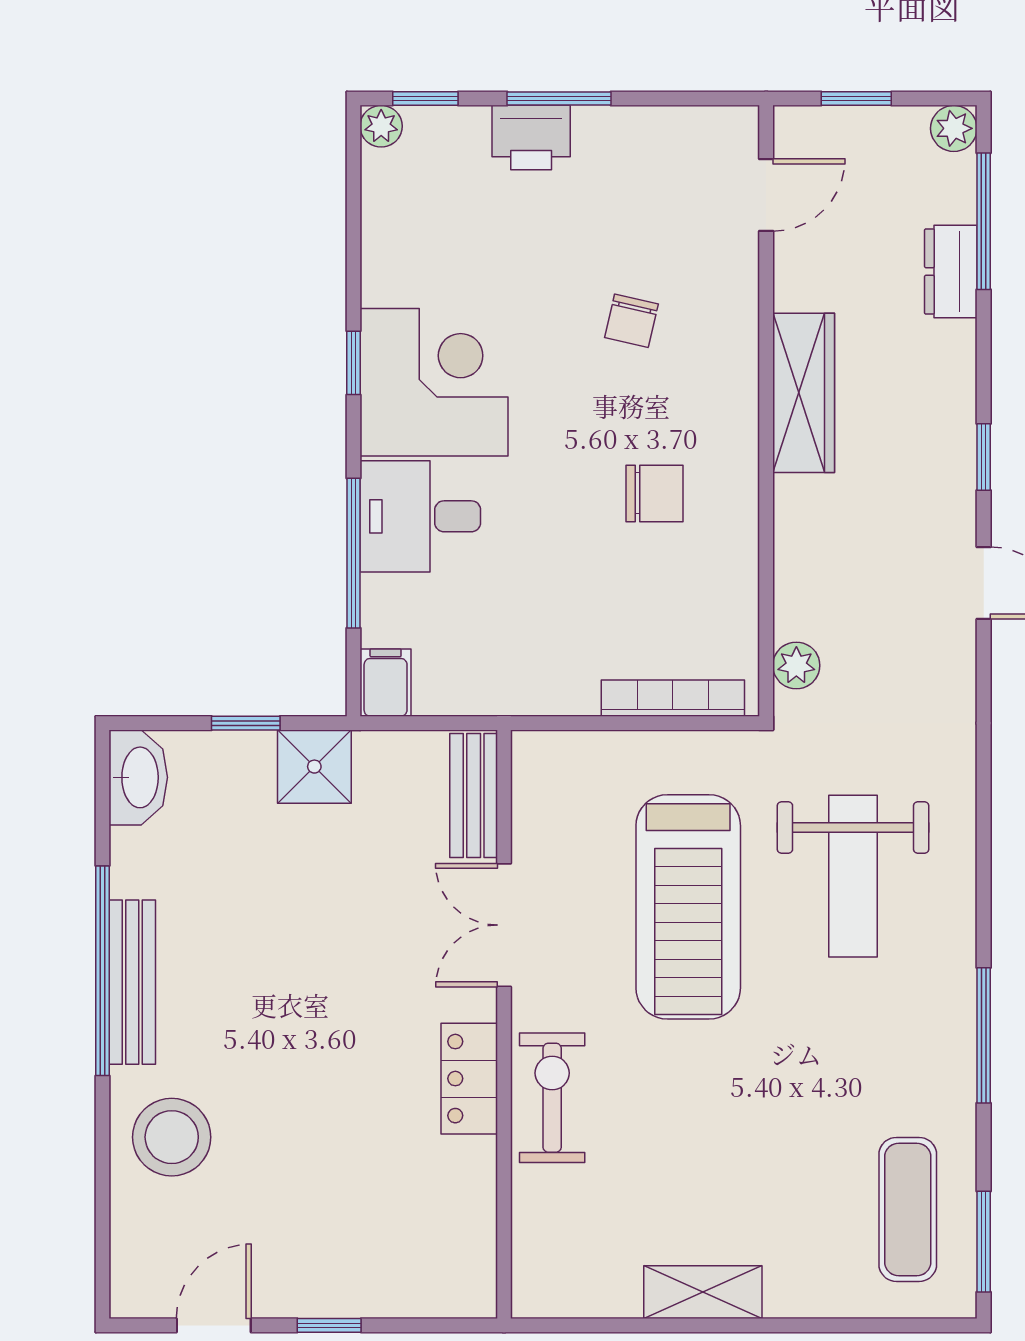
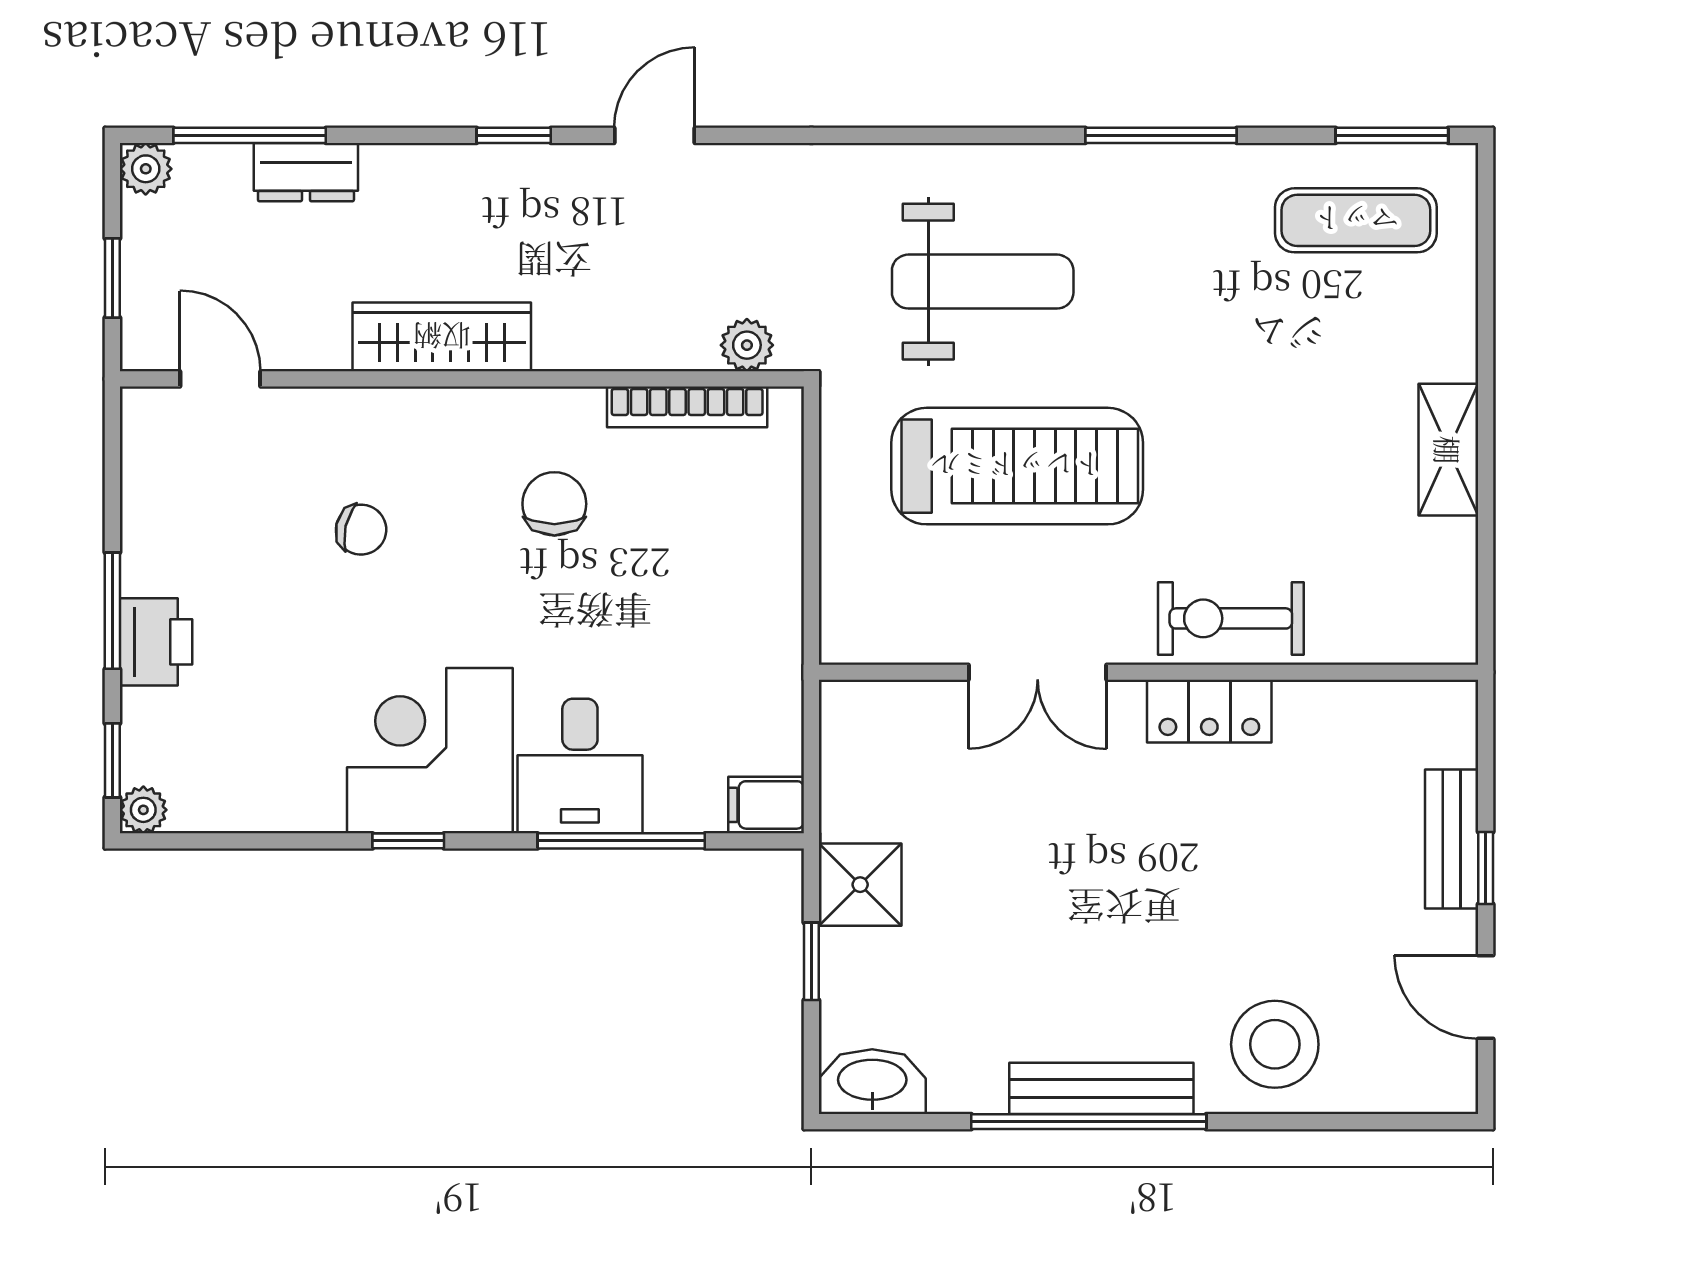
bookcase: (673, 698) -> (687, 407), moved, turned -90
bench: (474, 796) -> (1452, 839), moved, turned 90

